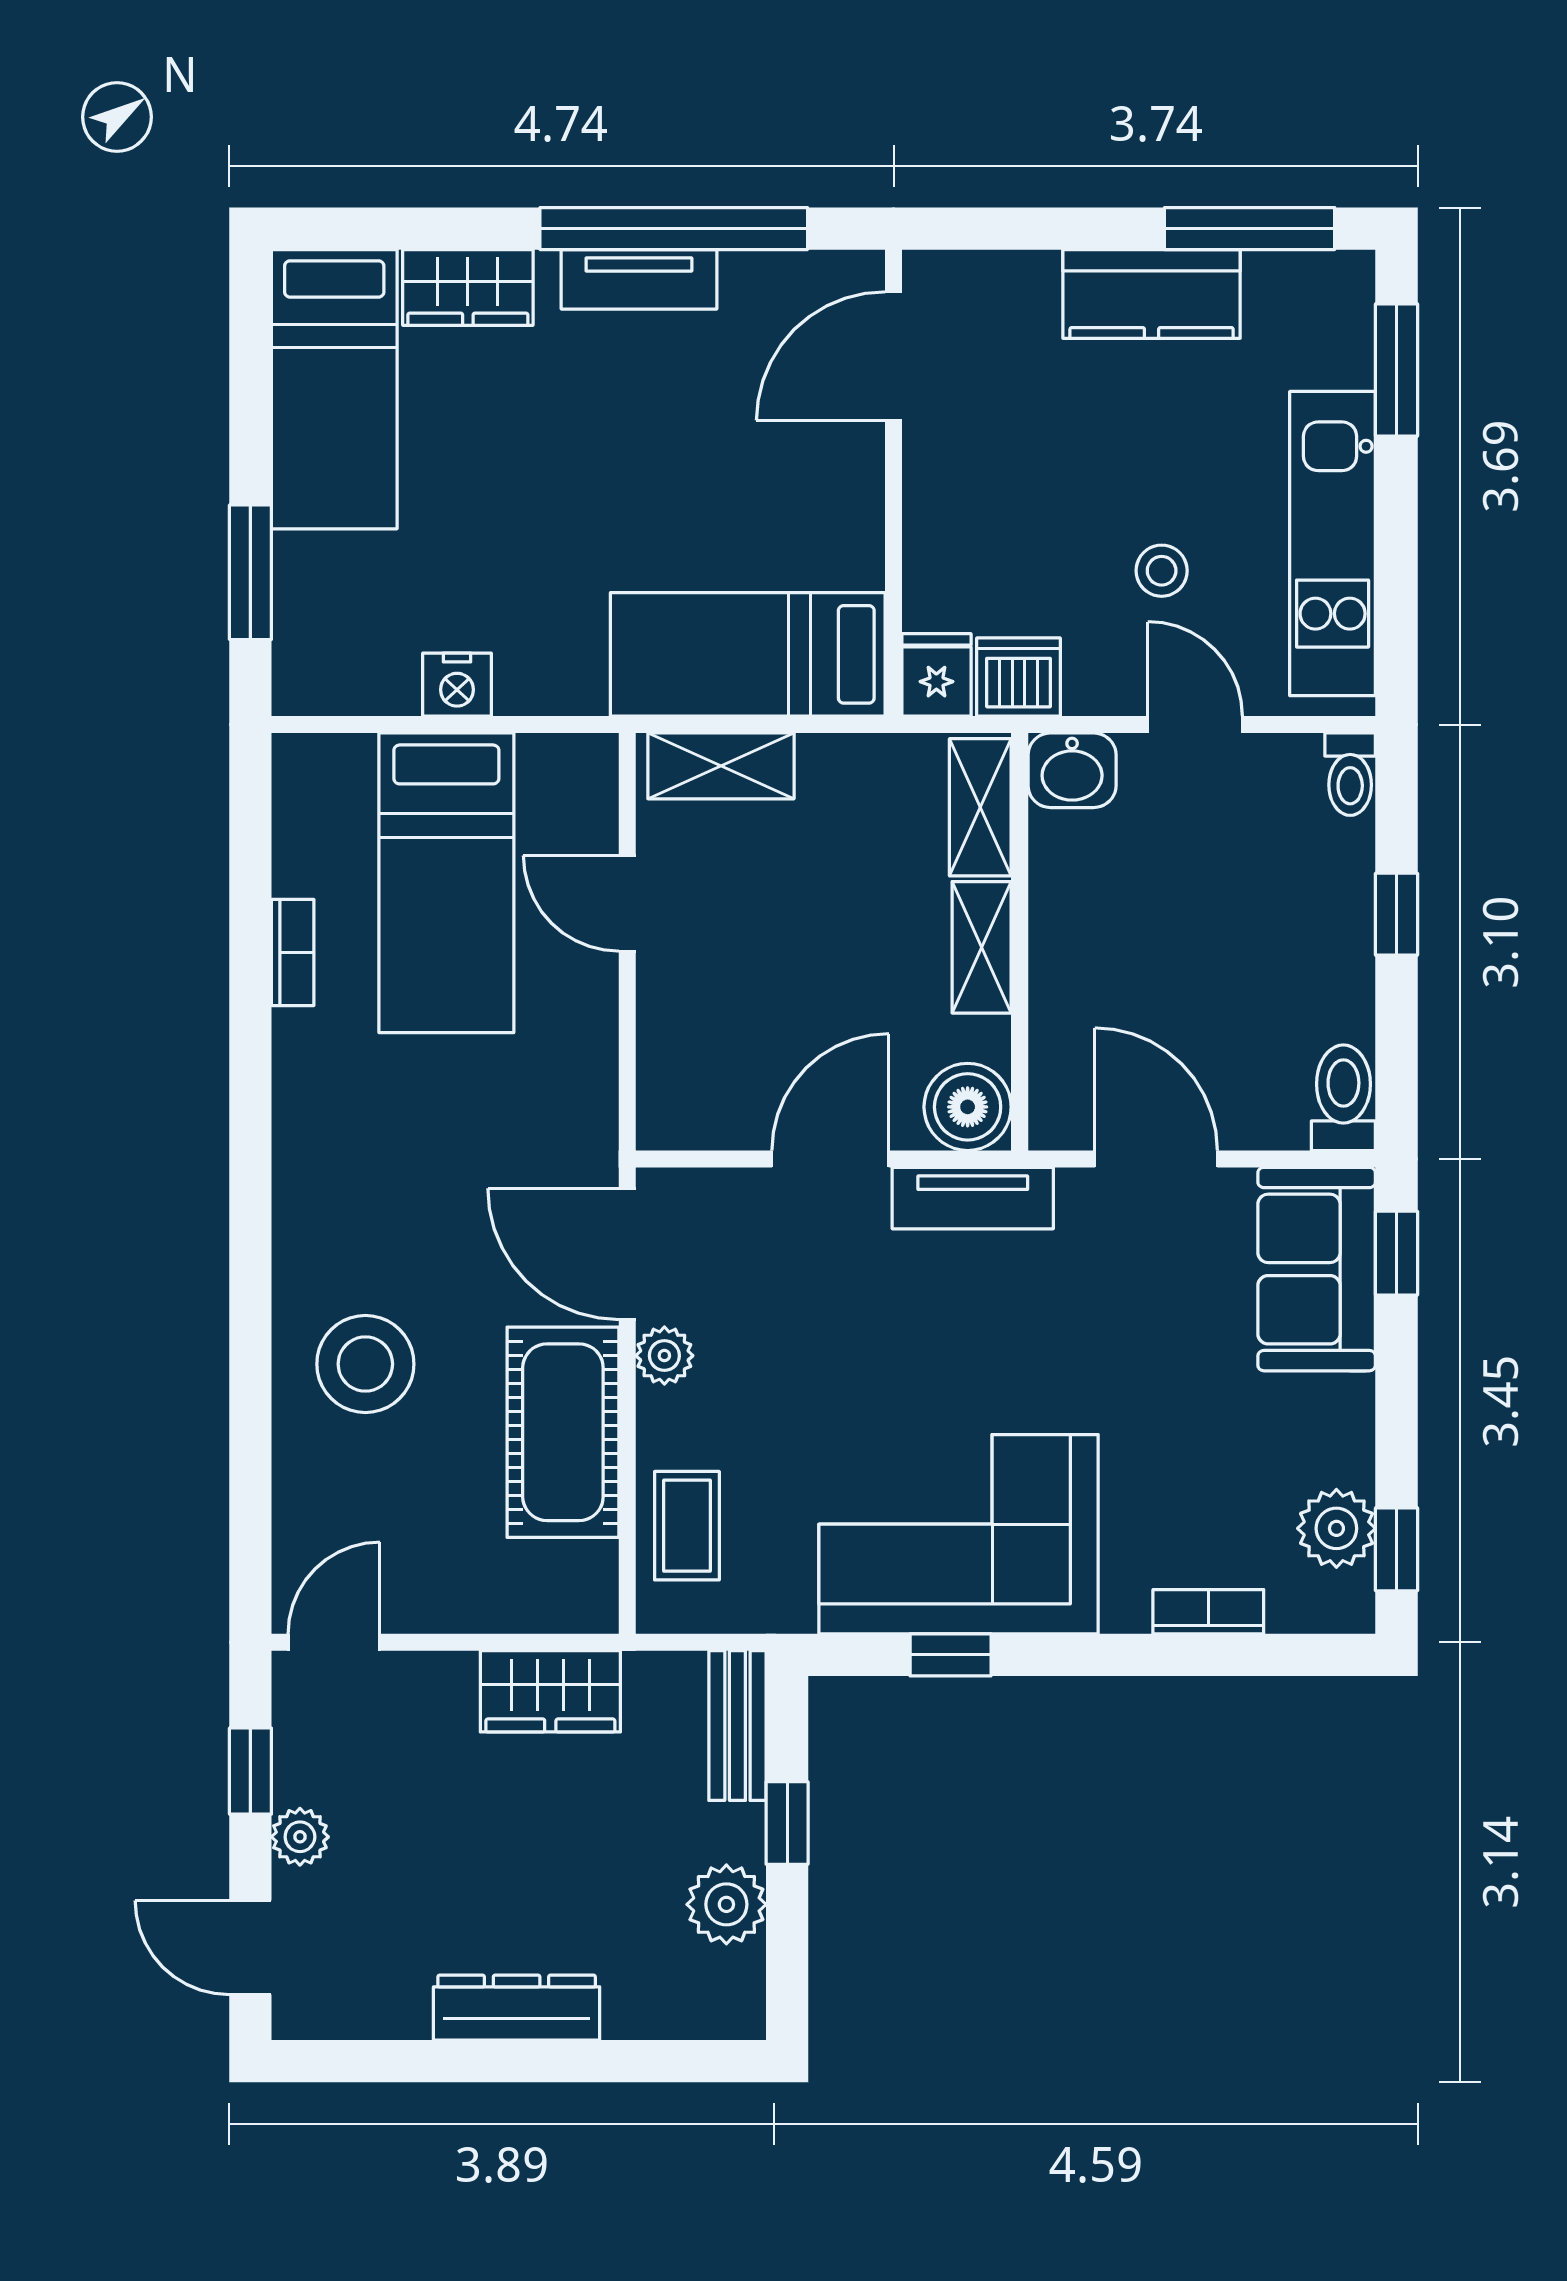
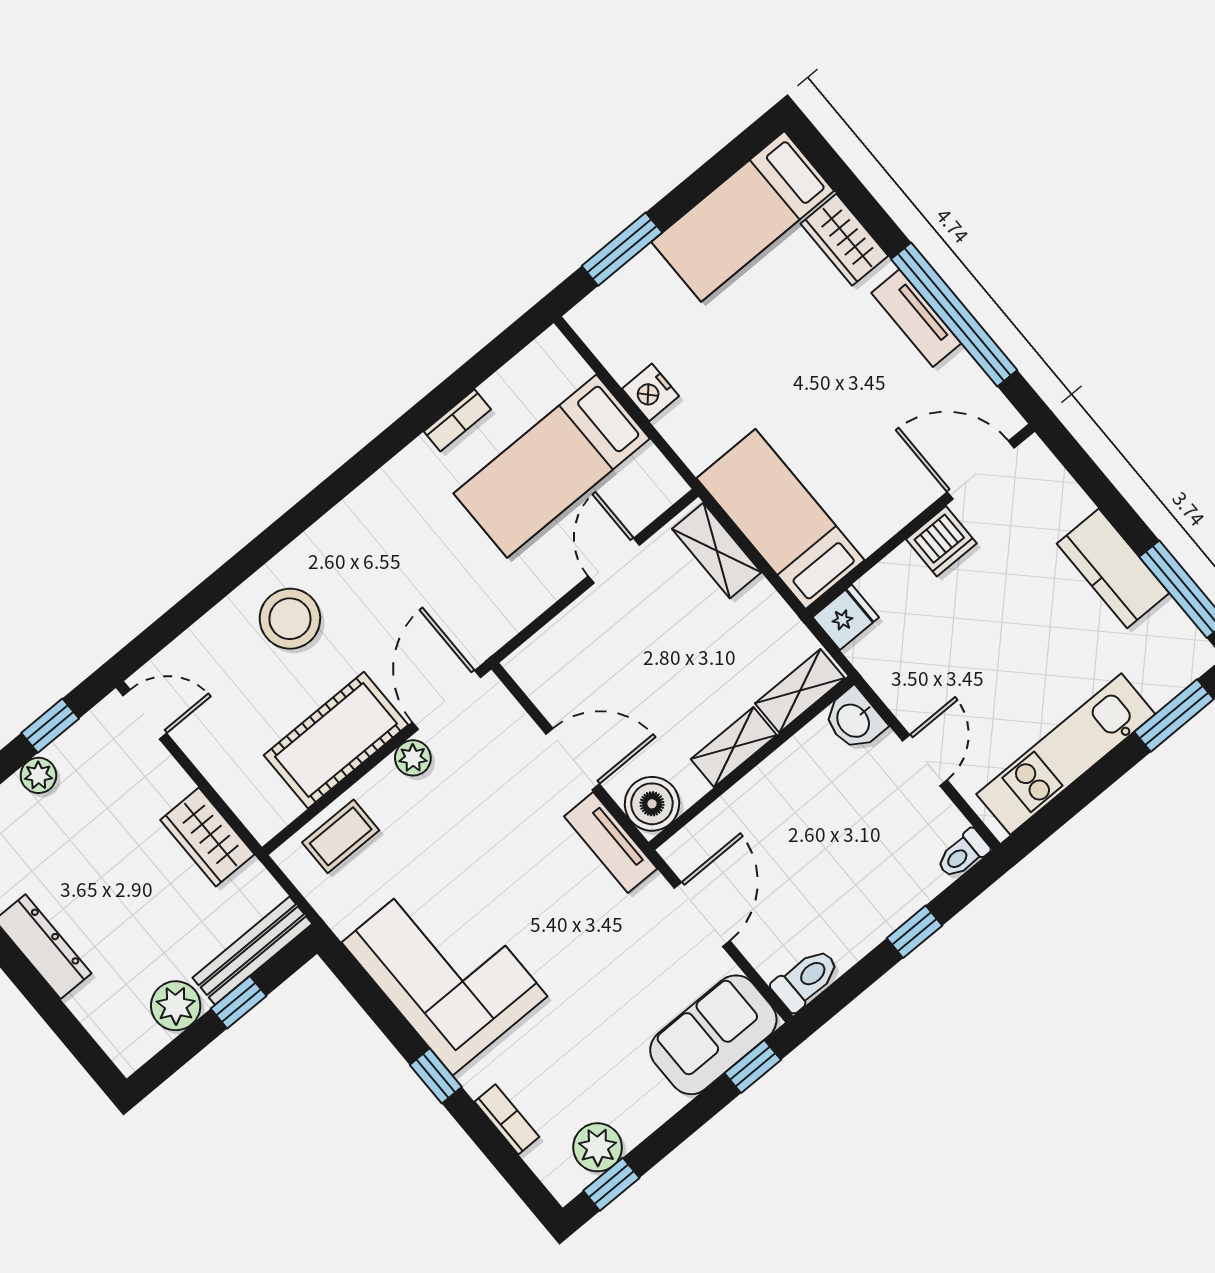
stool: (1162, 571) -> (985, 683), removed
dishwasher: (1019, 677) -> (941, 541), moved, turned 90
window: (951, 1655) -> (436, 1076), moved
bench: (737, 1726) -> (252, 951), width x1.36

